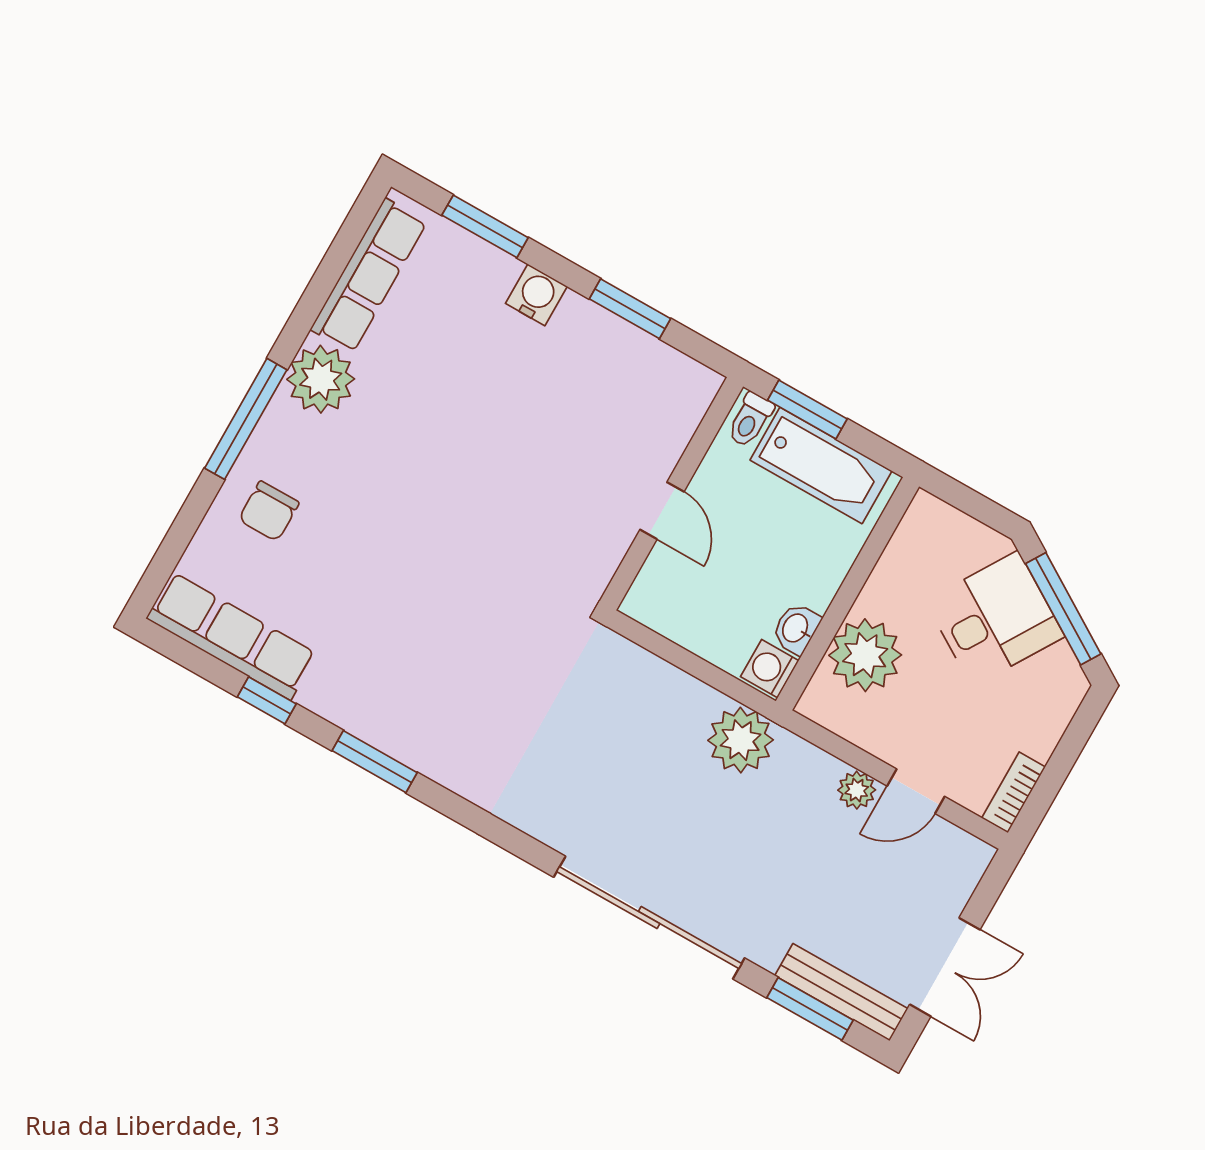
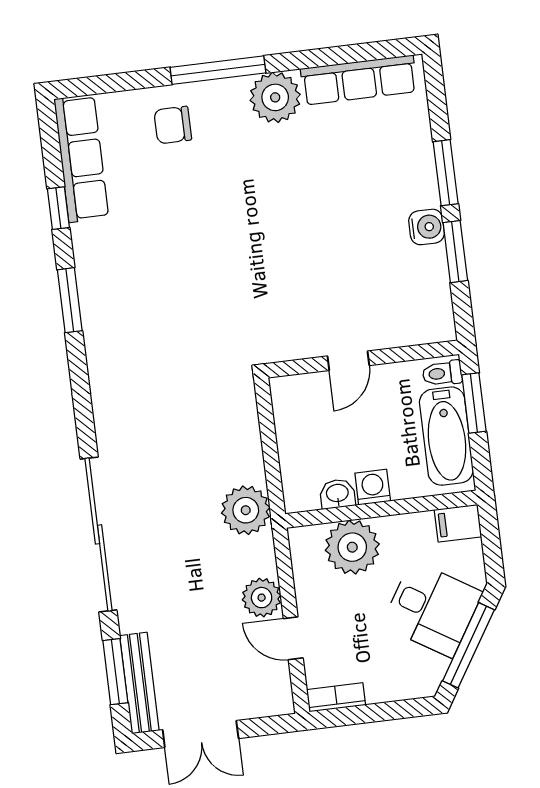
window: (485, 226) -> (446, 173), moved
water cooler: (536, 295) -> (427, 227), moved
filing cabinet: (924, 523) -> (458, 523), added
washing machine: (770, 669) -> (373, 487), moved
plant: (857, 790) -> (262, 598), width x1.38, depth x1.38

